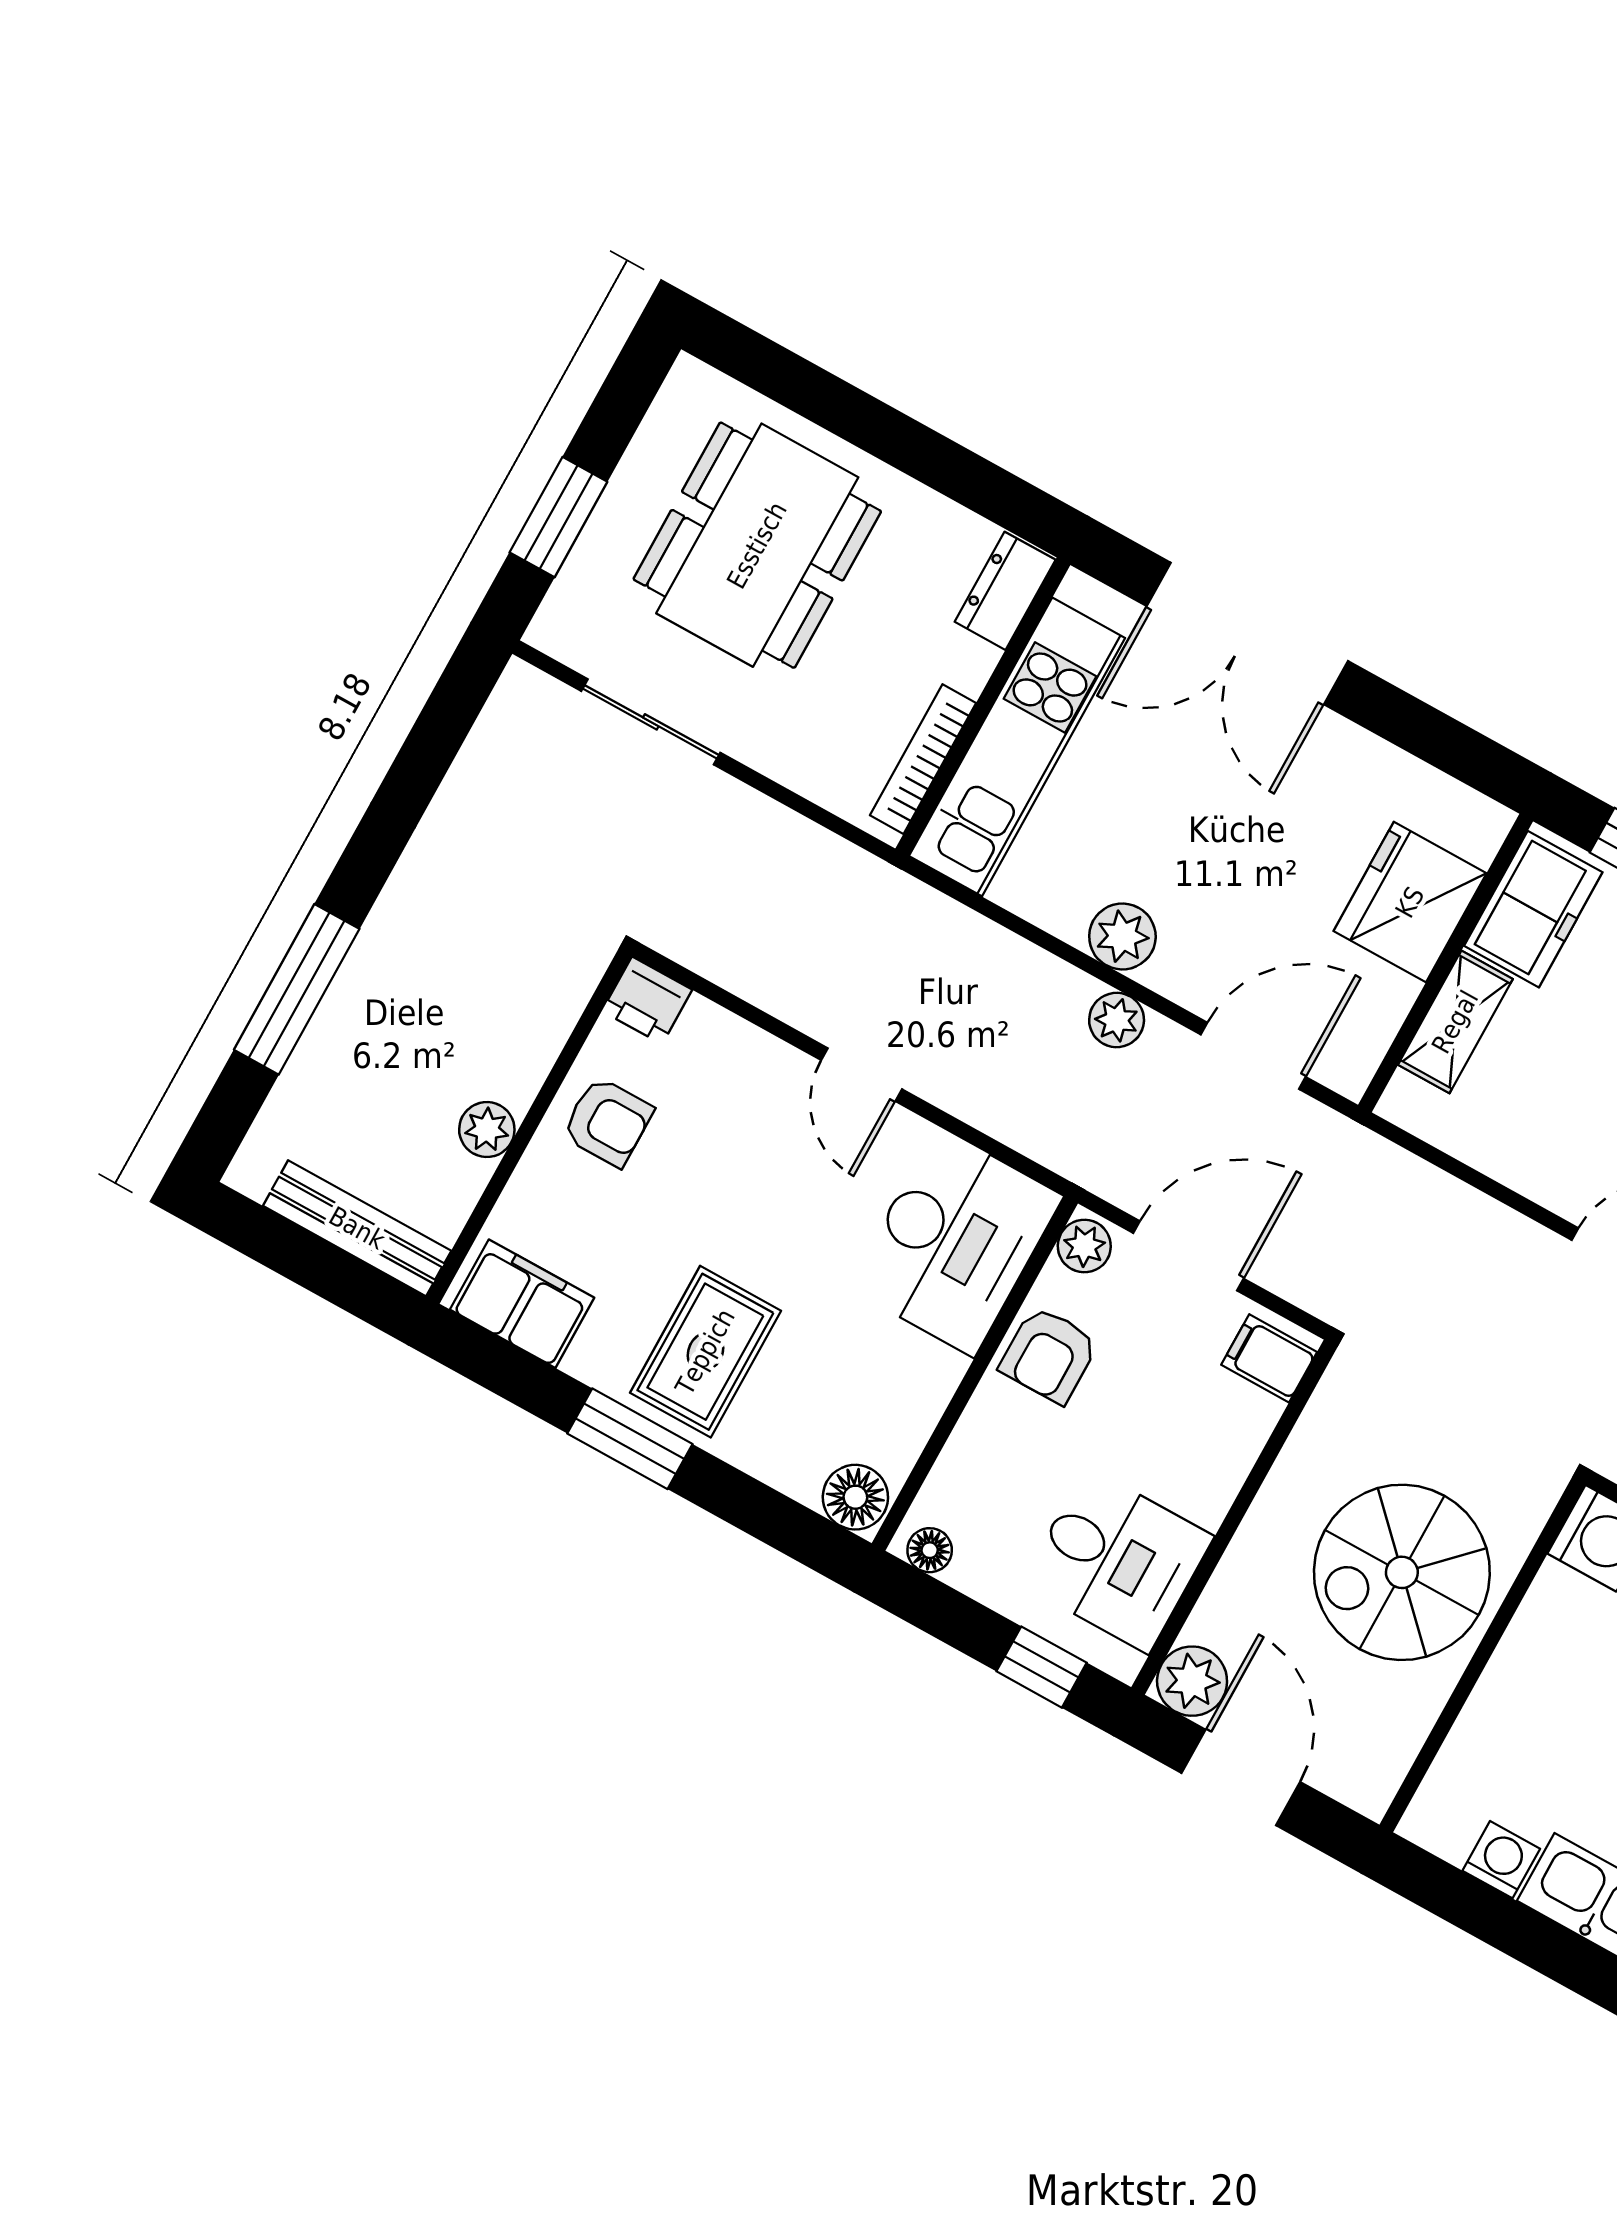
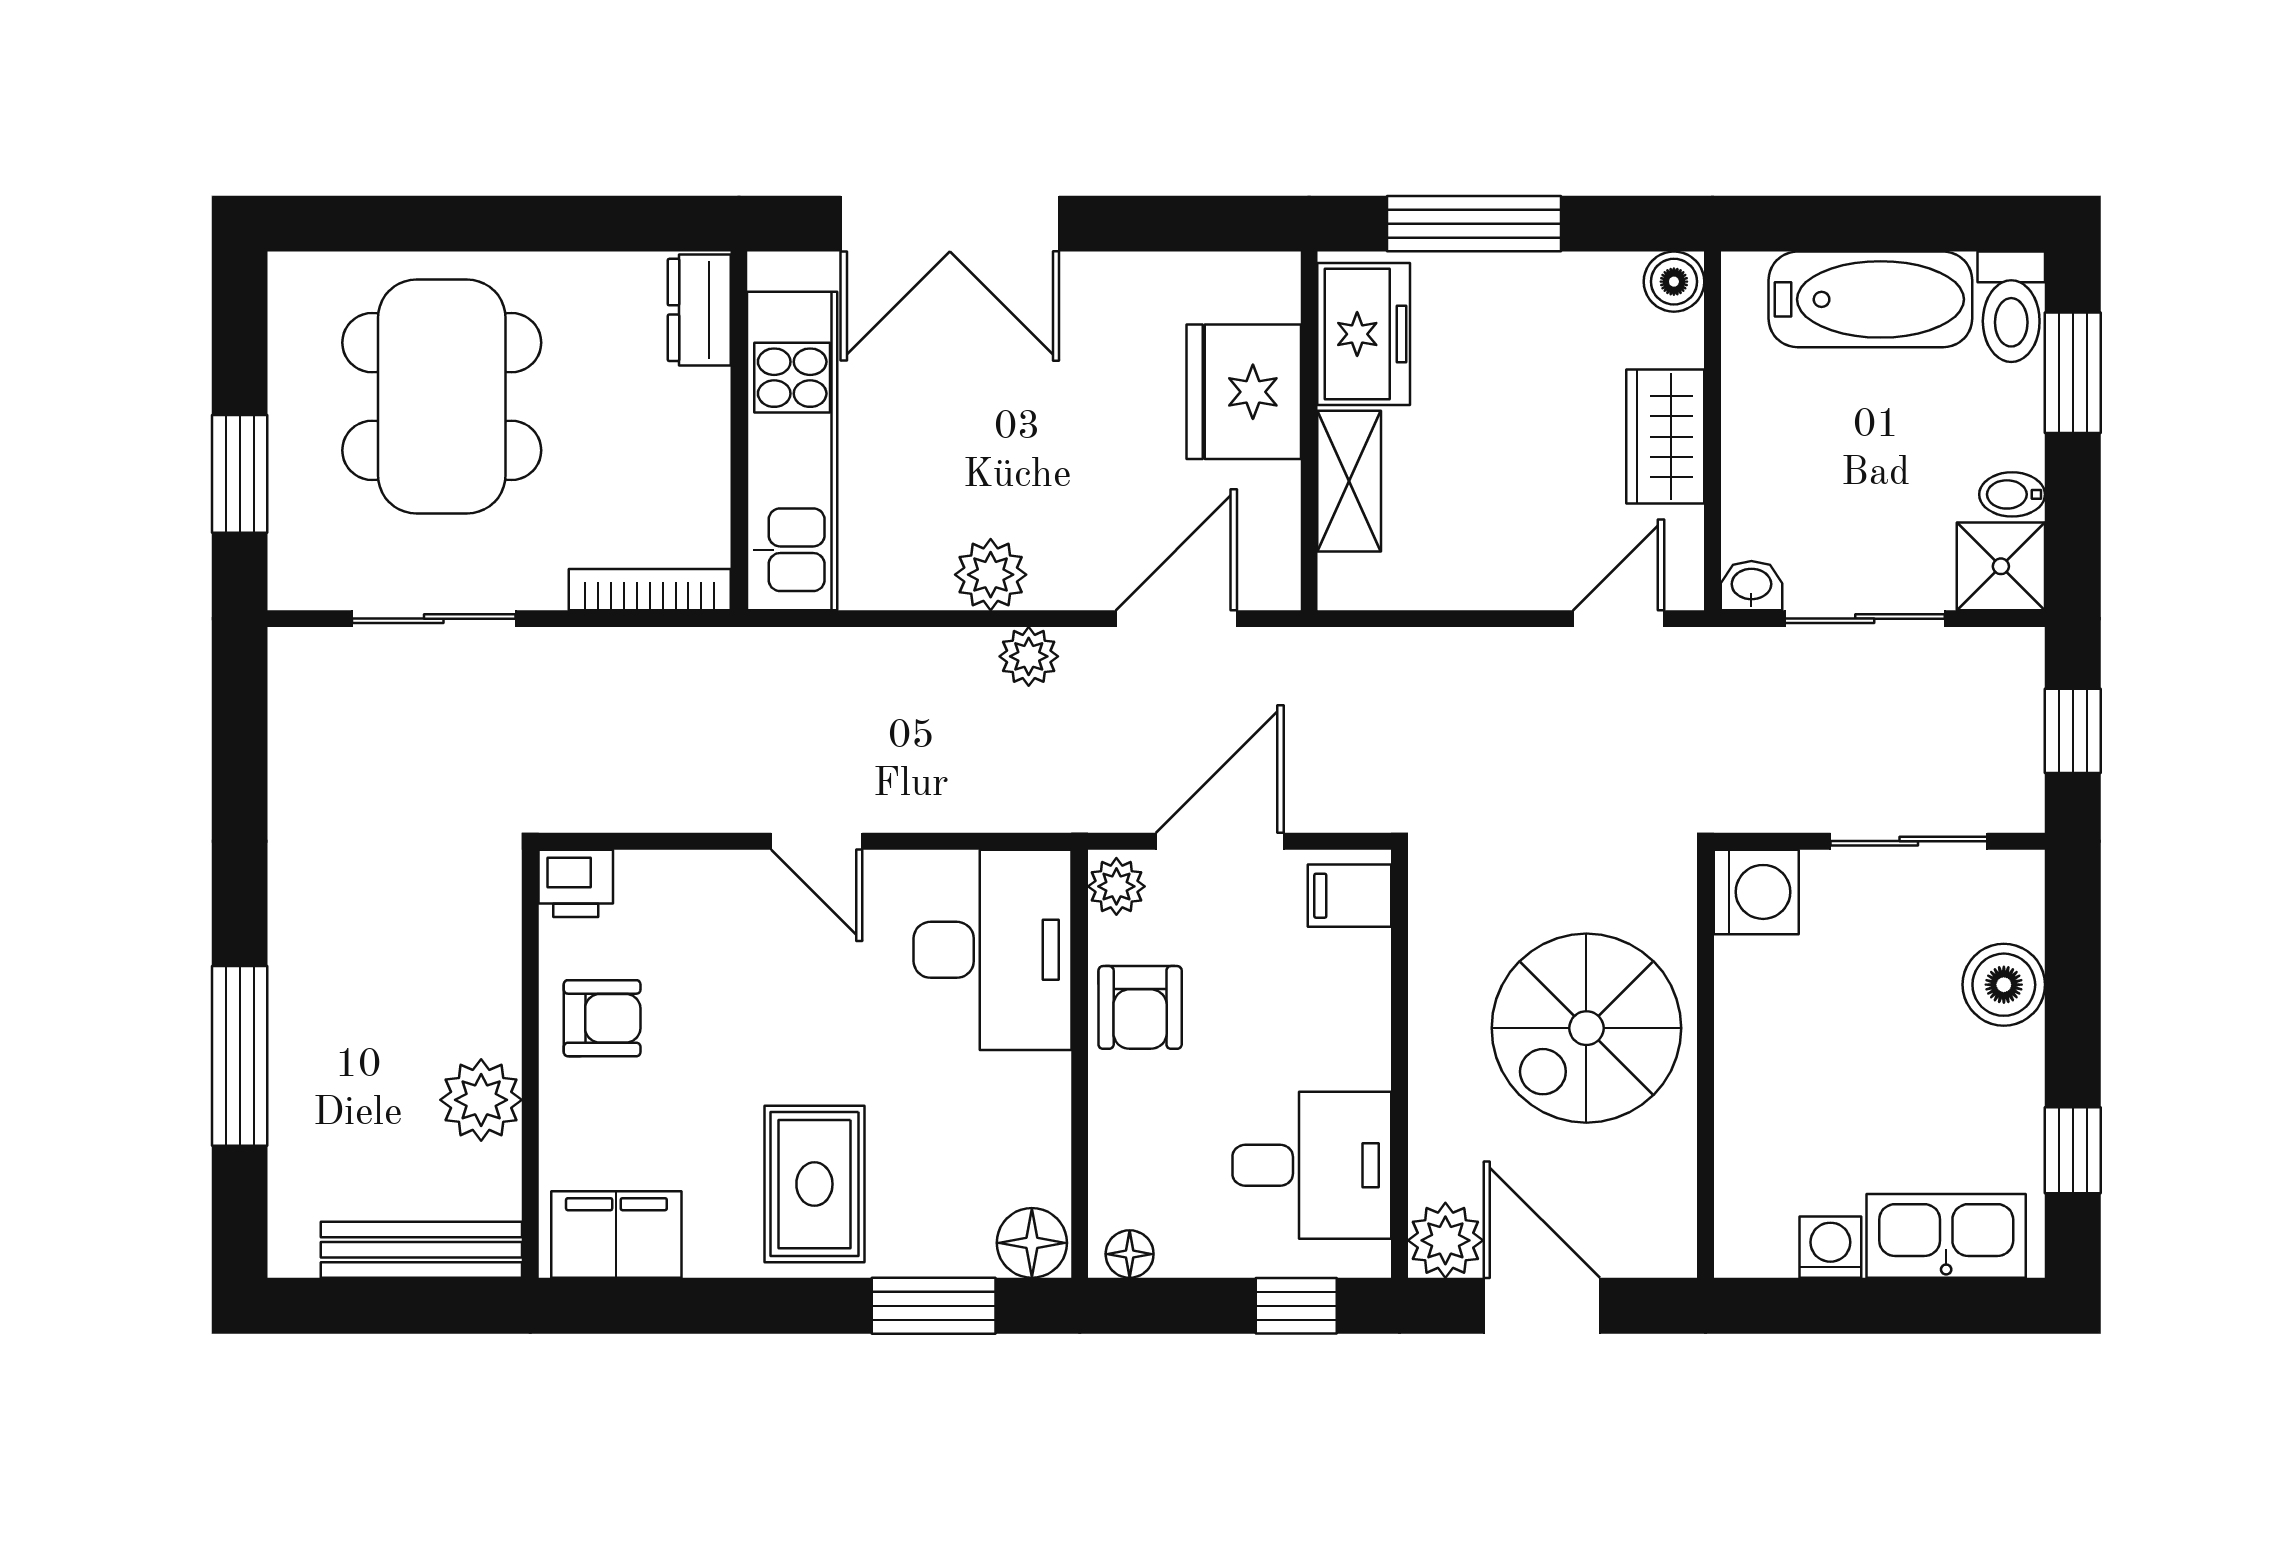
bookcase: (923, 759) -> (650, 590), moved, turned 90
plant: (487, 1130) -> (481, 1100), width x1.38, depth x1.38
window: (630, 1439) -> (934, 1306), moved

